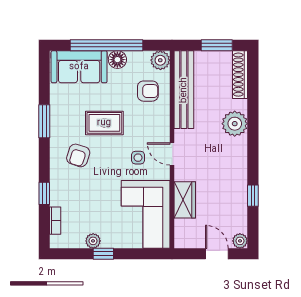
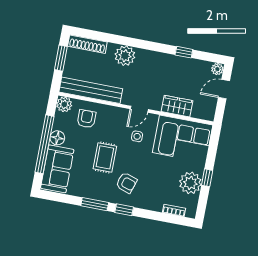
window: (44, 193) -> (124, 210), moved
plant: (93, 241) -> (190, 183), width x1.88, depth x1.88

